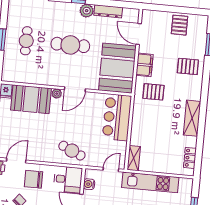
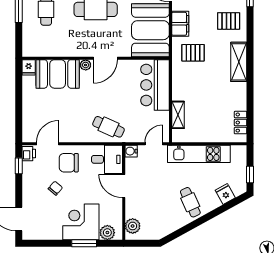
shelving: (192, 118) -> (239, 62), moved
shelving: (134, 158) -> (178, 115), moved
water cooler: (89, 184) -> (131, 151), moved

